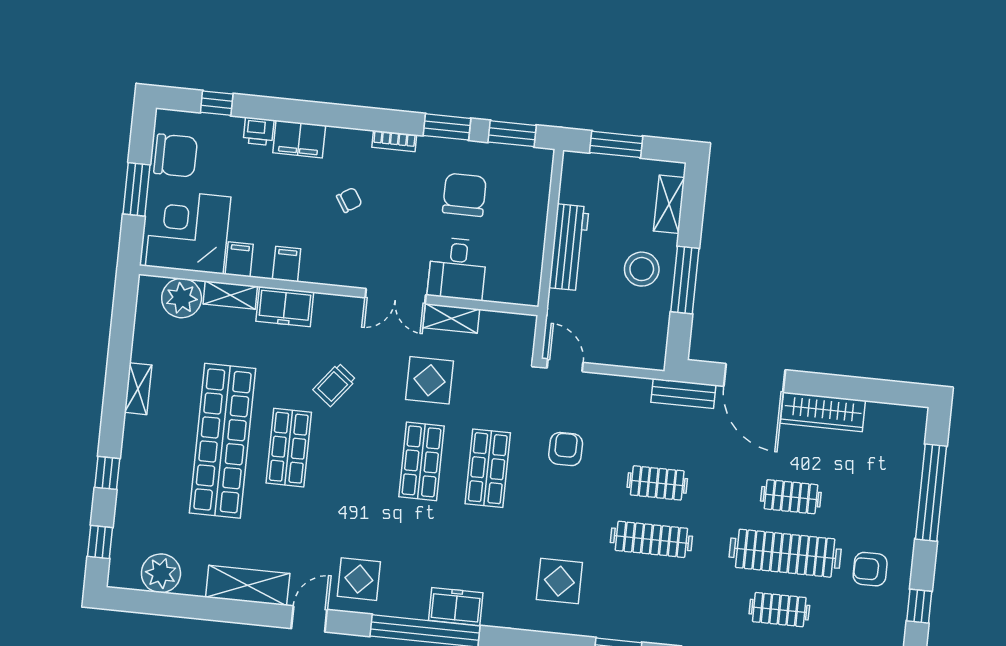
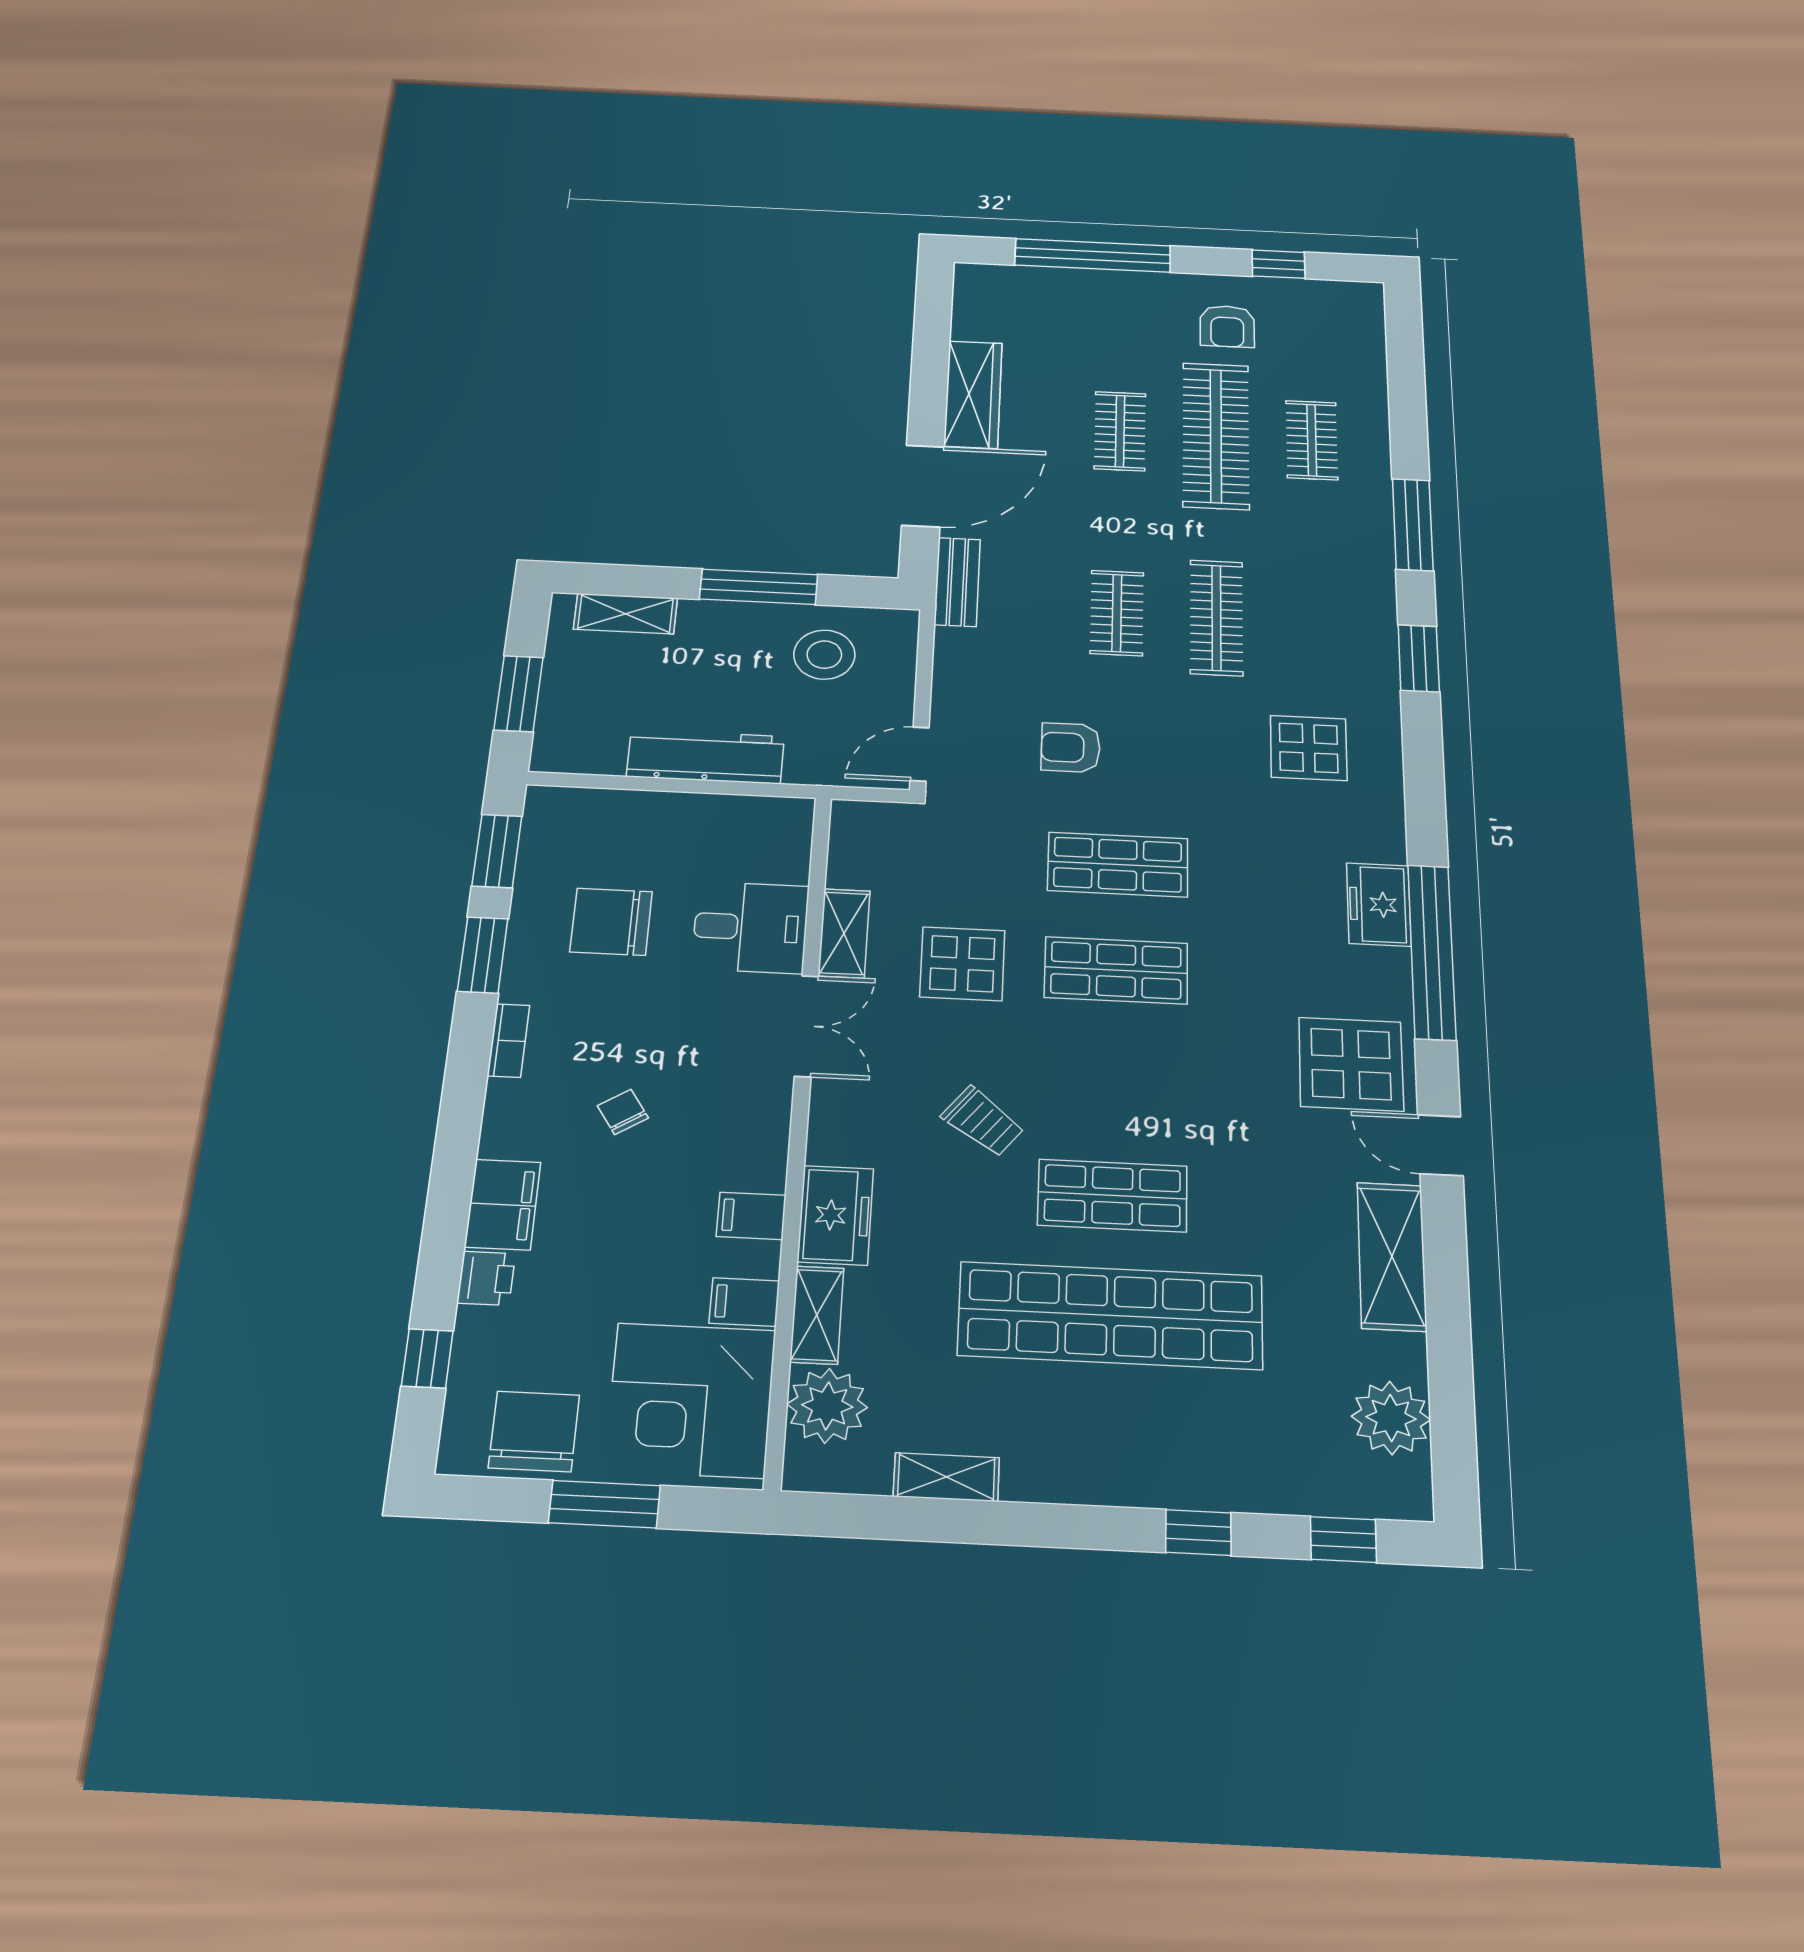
stool: (642, 269) -> (824, 655), moved
shelving: (138, 389) -> (946, 1477), moved
display table: (359, 579) -> (1351, 1064), width x1.36, depth x1.36

